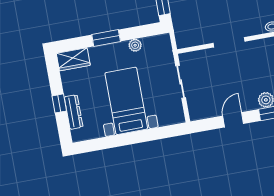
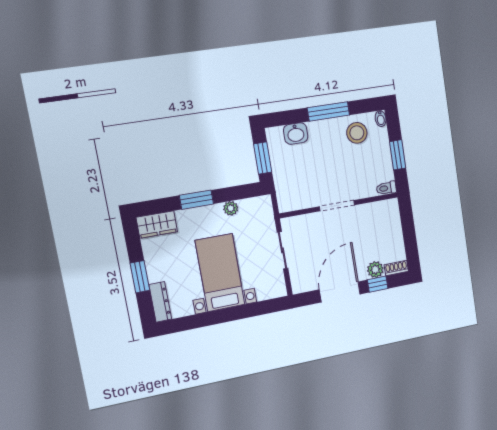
window: (59, 103) -> (140, 277), width x1.50
dresser: (74, 112) -> (160, 302), moved
door: (233, 120) -> (340, 292), width x1.87

